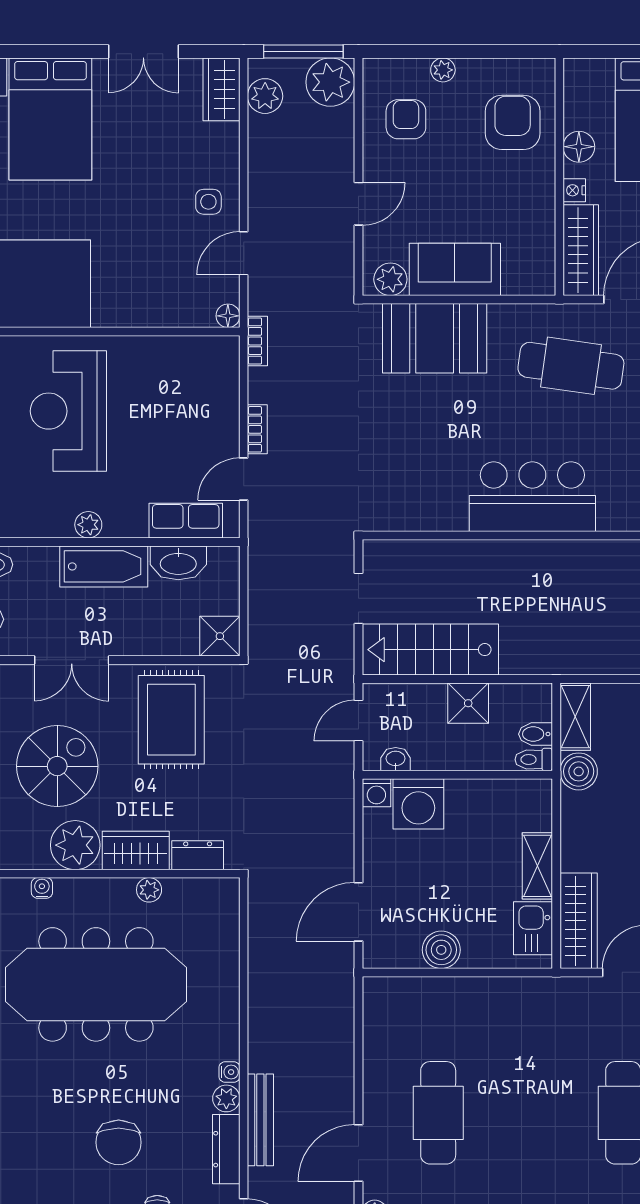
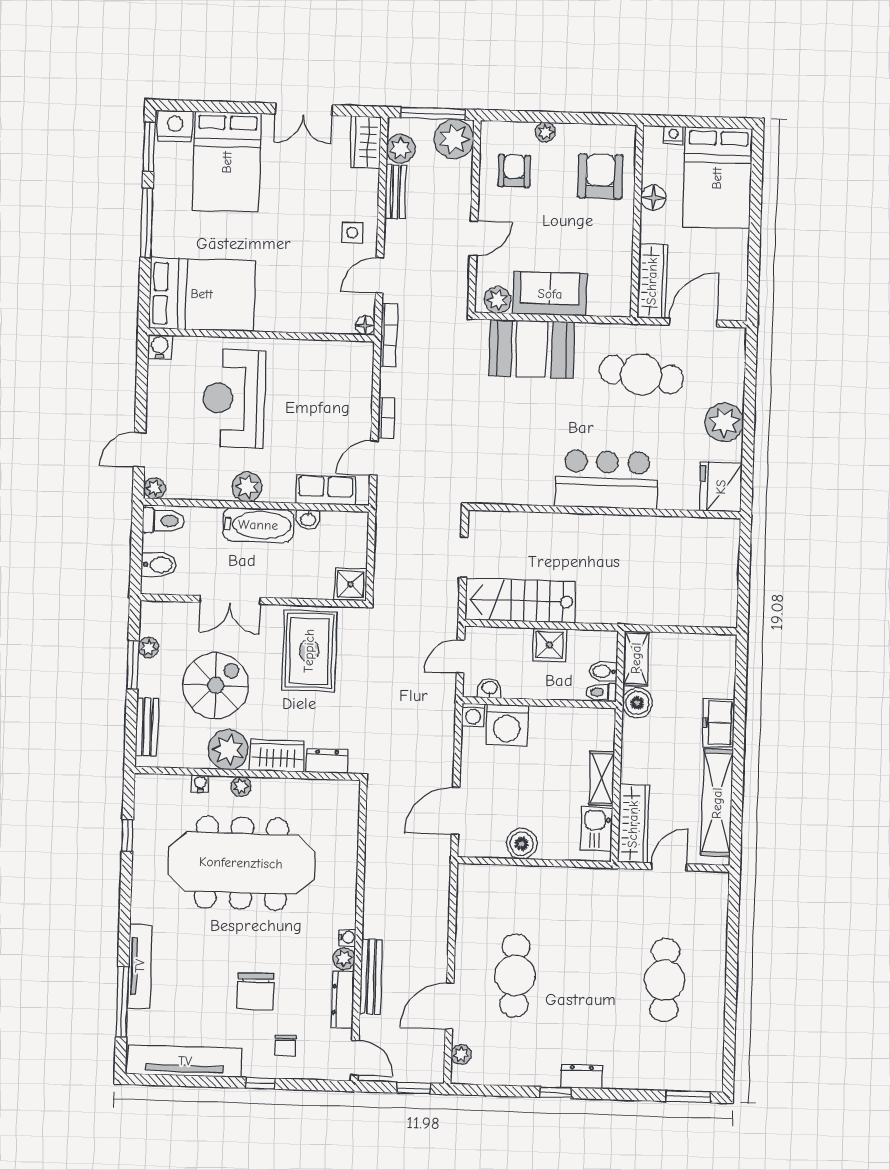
bench: (260, 150) -> (396, 192), added
nightstand: (574, 190) -> (673, 135), moved, turned 90
bookcase: (257, 341) -> (389, 335), width x1.56
plant: (88, 525) -> (247, 487), width x1.38, depth x1.38
washbasin: (178, 563) -> (308, 519), width x0.52, depth x0.69
plant: (149, 890) -> (241, 786), moved

